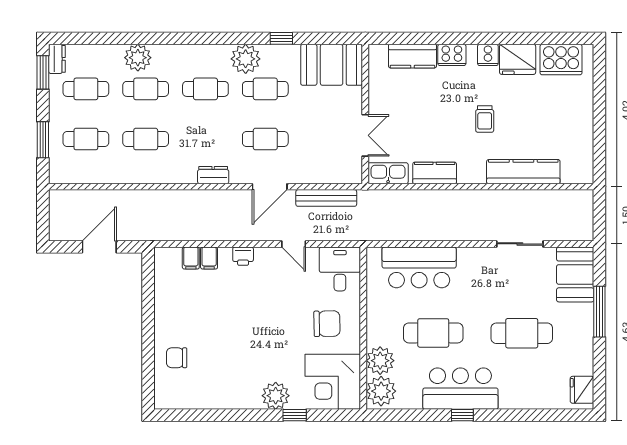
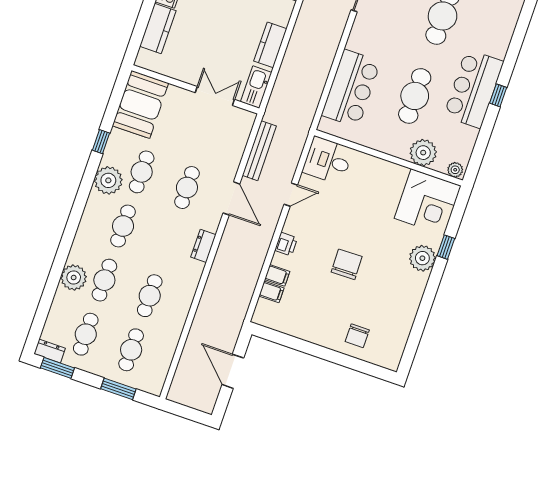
chair: (327, 324) -> (347, 264), moved
plant: (381, 391) -> (455, 170), width x0.53, depth x0.53

